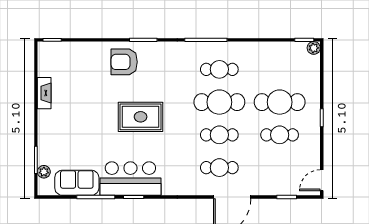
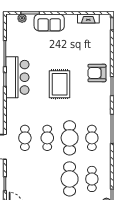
armchair: (124, 62) -> (97, 73), turned -90
fireplace: (44, 93) -> (88, 18), moved
cafe table: (280, 135) -> (92, 179), moved
sofa: (77, 183) -> (49, 23), moved, turned 90

